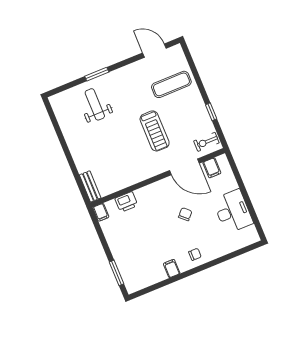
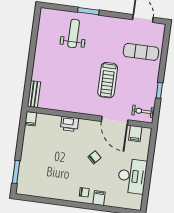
printer: (126, 202) -> (70, 124), moved
filing cabinet: (172, 269) -> (99, 198), moved

